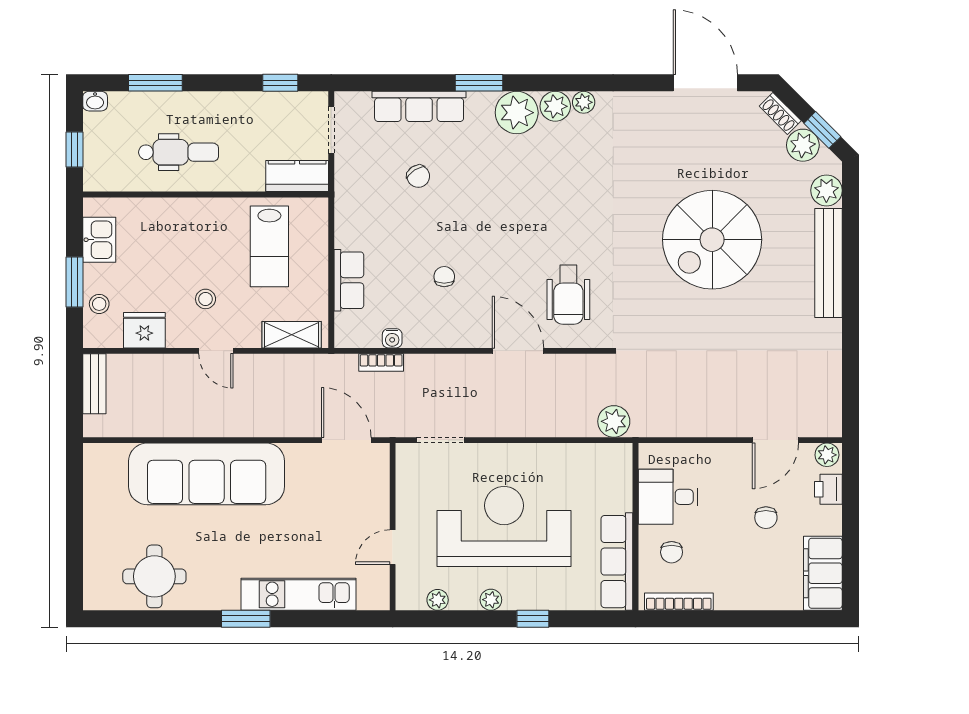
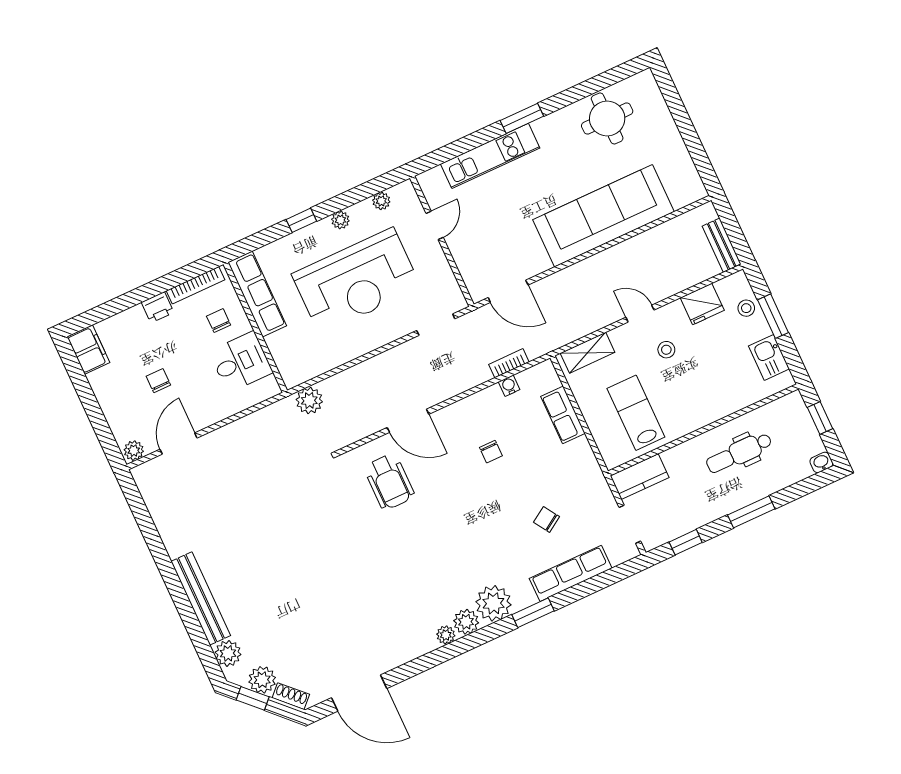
window: (155, 83) -> (751, 512), moved
spiral stairs: (712, 240) -> (298, 575), removed
wheelchair: (568, 295) -> (389, 482), turned 180
printer: (828, 489) -> (158, 307), moved, turned 90
filing cabinet: (823, 573) -> (88, 350), width x0.67, depth x0.86

